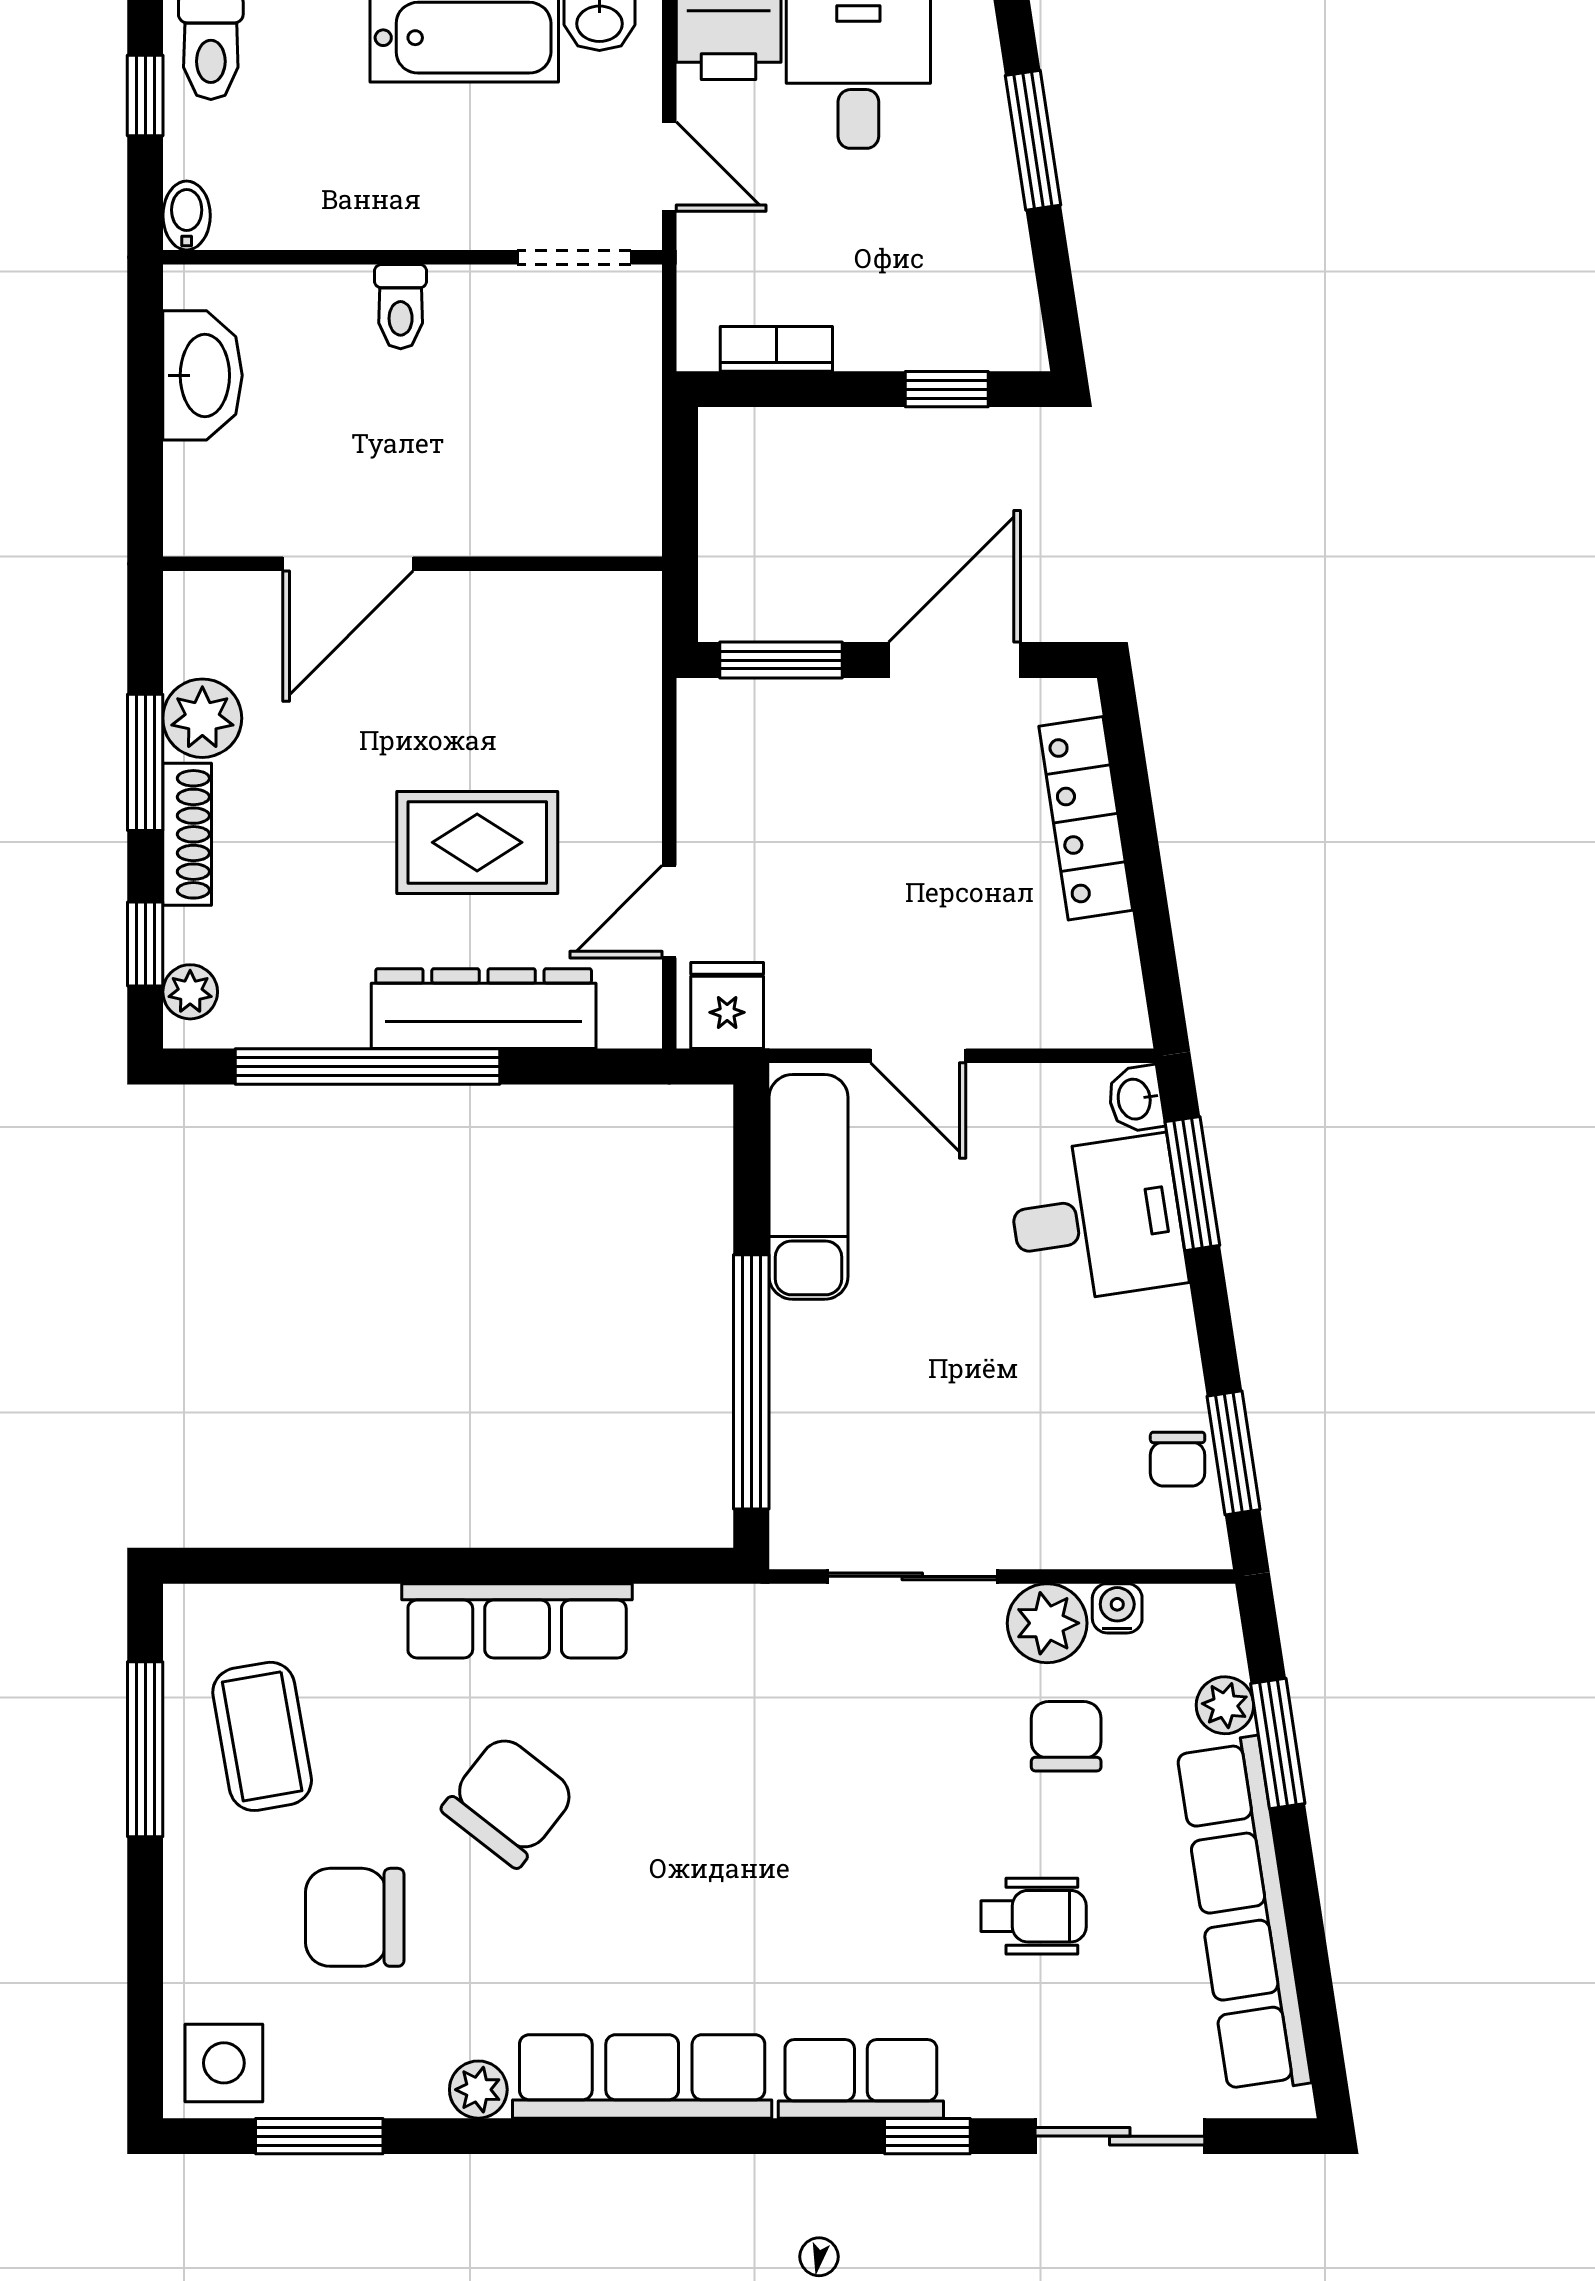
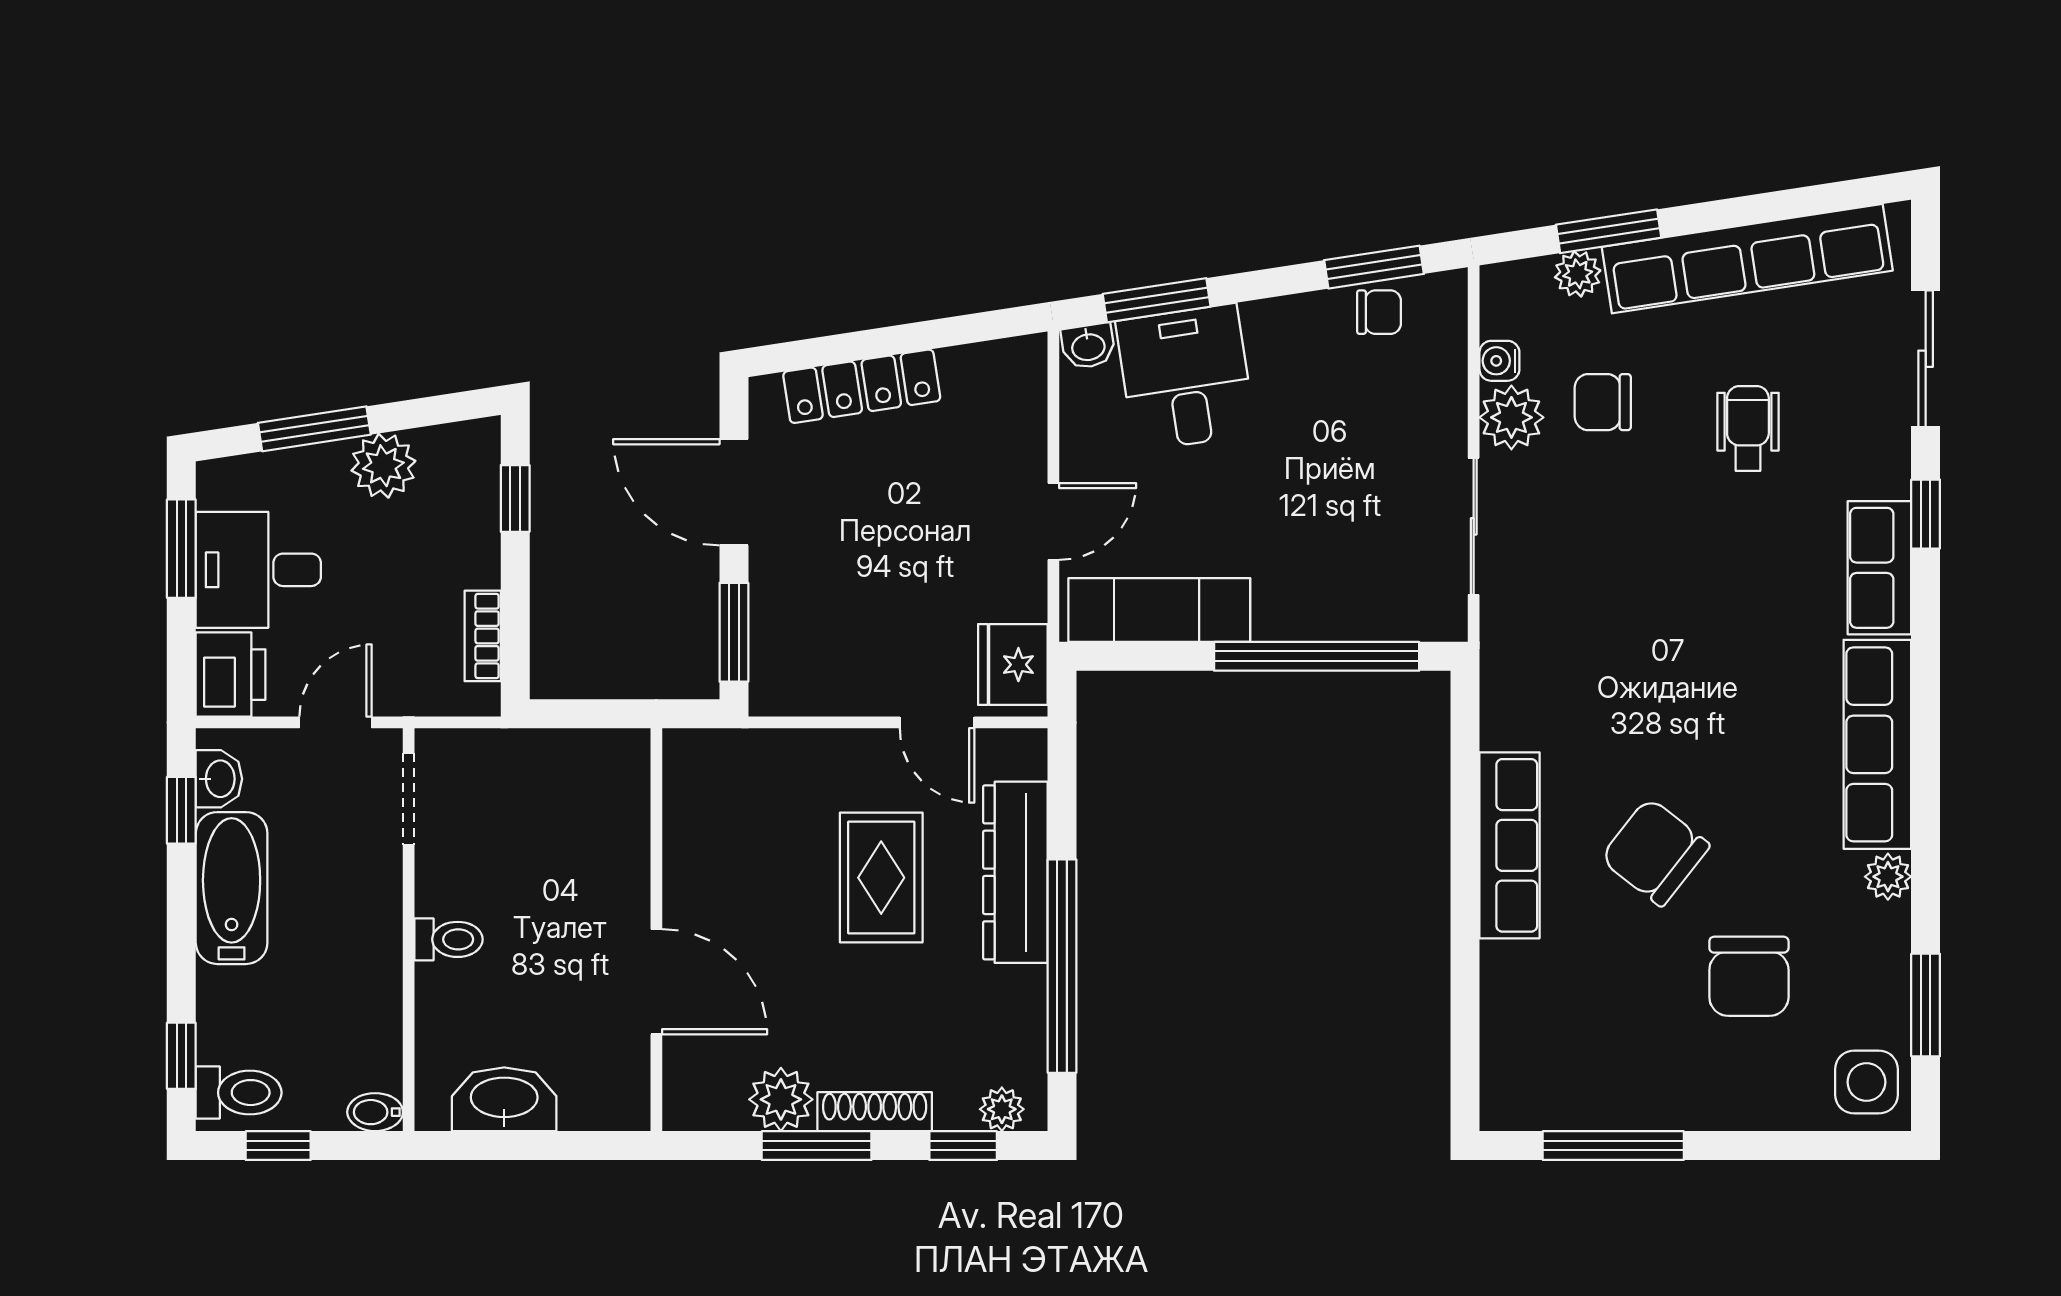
plant: (987, 226) -> (383, 466), added
fridge: (727, 1006) -> (1013, 665), width x1.38
coffee table: (262, 1736) -> (1603, 1051), removed

